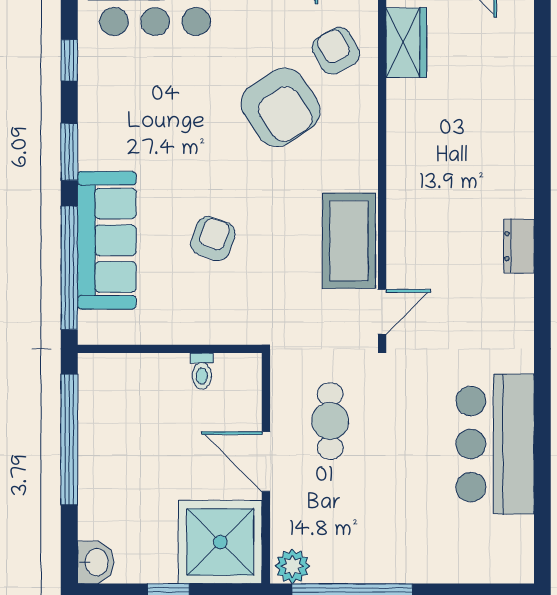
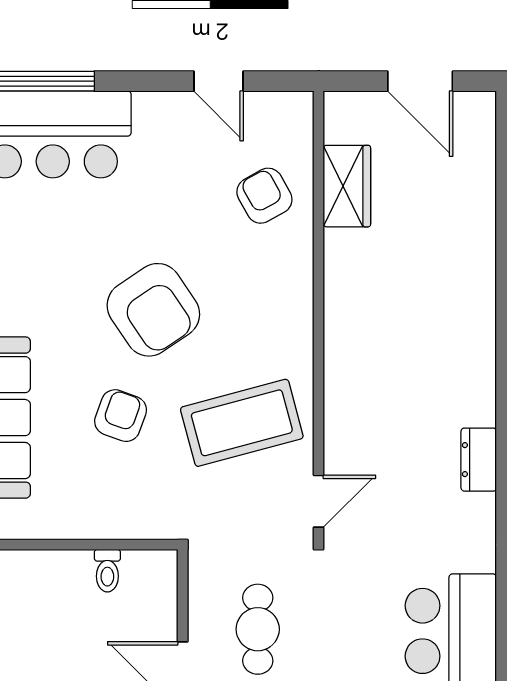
armchair: (281, 107) -> (153, 310), moved
coffee table: (349, 241) -> (242, 423), moved, turned 75
dresser: (519, 246) -> (479, 460), moved

